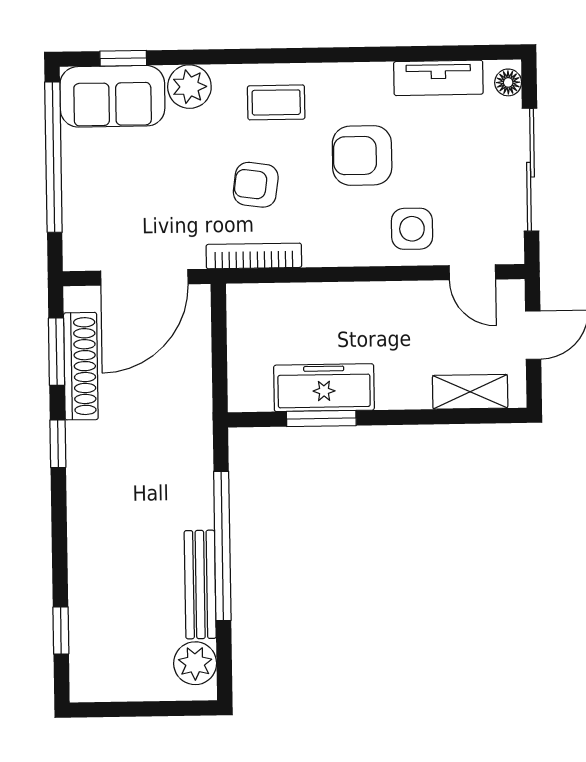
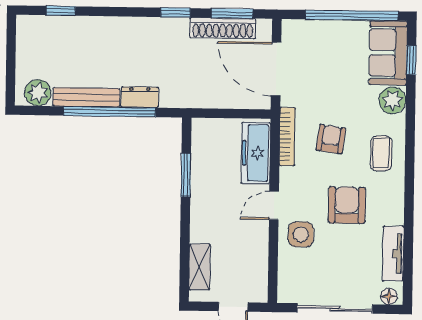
door: (472, 272) -> (274, 205), moved
freezer: (324, 388) -> (256, 153), moved, turned 180
dresser: (197, 497) -> (140, 97), added

